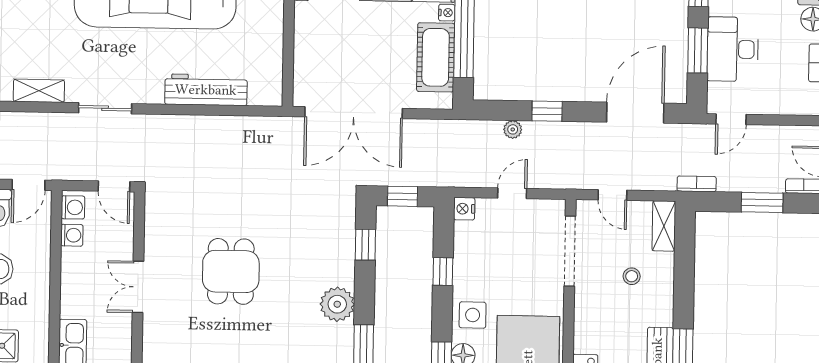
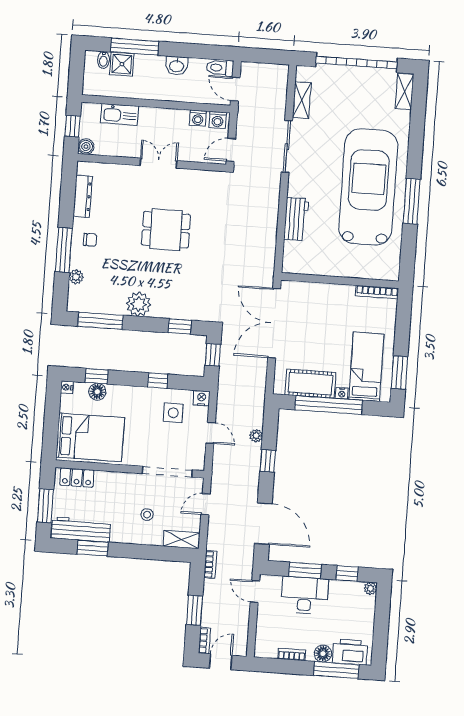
workbench: (206, 90) -> (296, 219), width x0.73
sliding door: (105, 108) -> (287, 147), width x1.37
side table: (473, 315) -> (173, 413), moved

